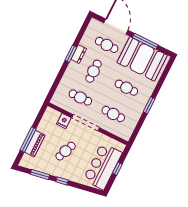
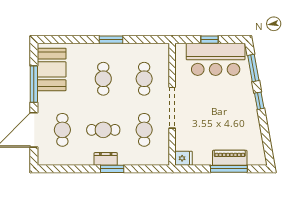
window: (71, 54) -> (112, 169), moved
dresser: (79, 54) -> (106, 159), moved
booth: (142, 59) -> (52, 69), width x0.73, depth x0.70
fridge: (64, 121) -> (183, 158), moved
cafe table: (66, 151) -> (220, 115), removed
window: (40, 175) -> (253, 68), moved

